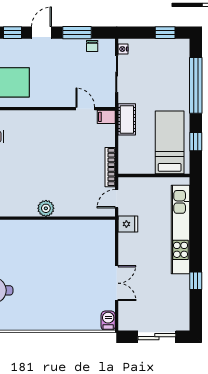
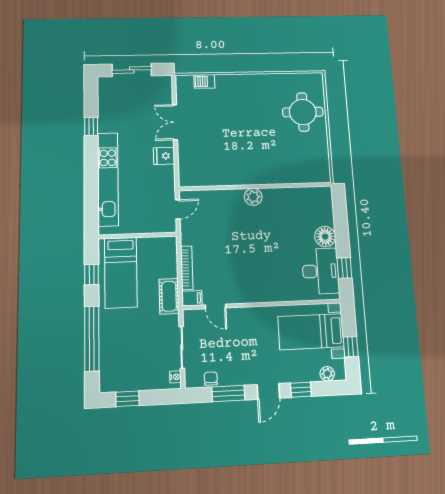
bookcase: (110, 167) -> (187, 268), moved
fridge: (128, 224) -> (164, 156), moved
barbecue: (108, 321) -> (204, 81), moved, turned 90

